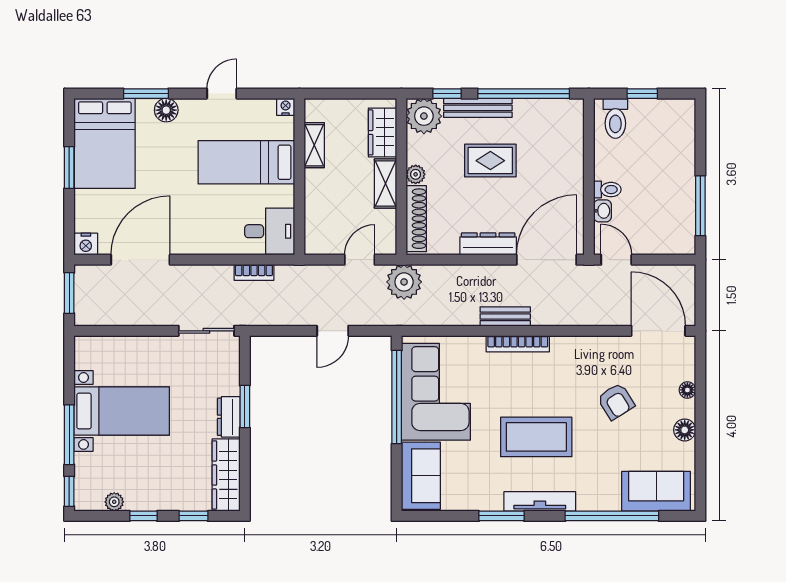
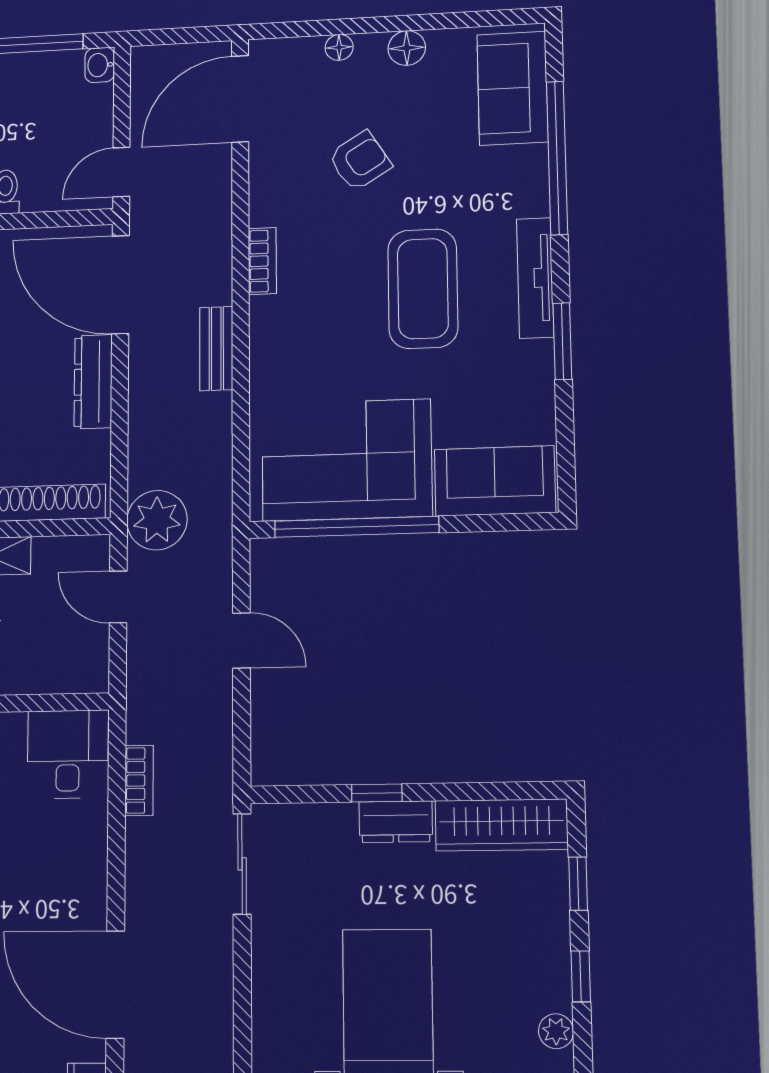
washbasin: (602, 211) -> (100, 65), moved, turned -90
bookcase: (518, 344) -> (262, 261), moved, width x0.64
window: (245, 407) -> (377, 793), width x0.67

